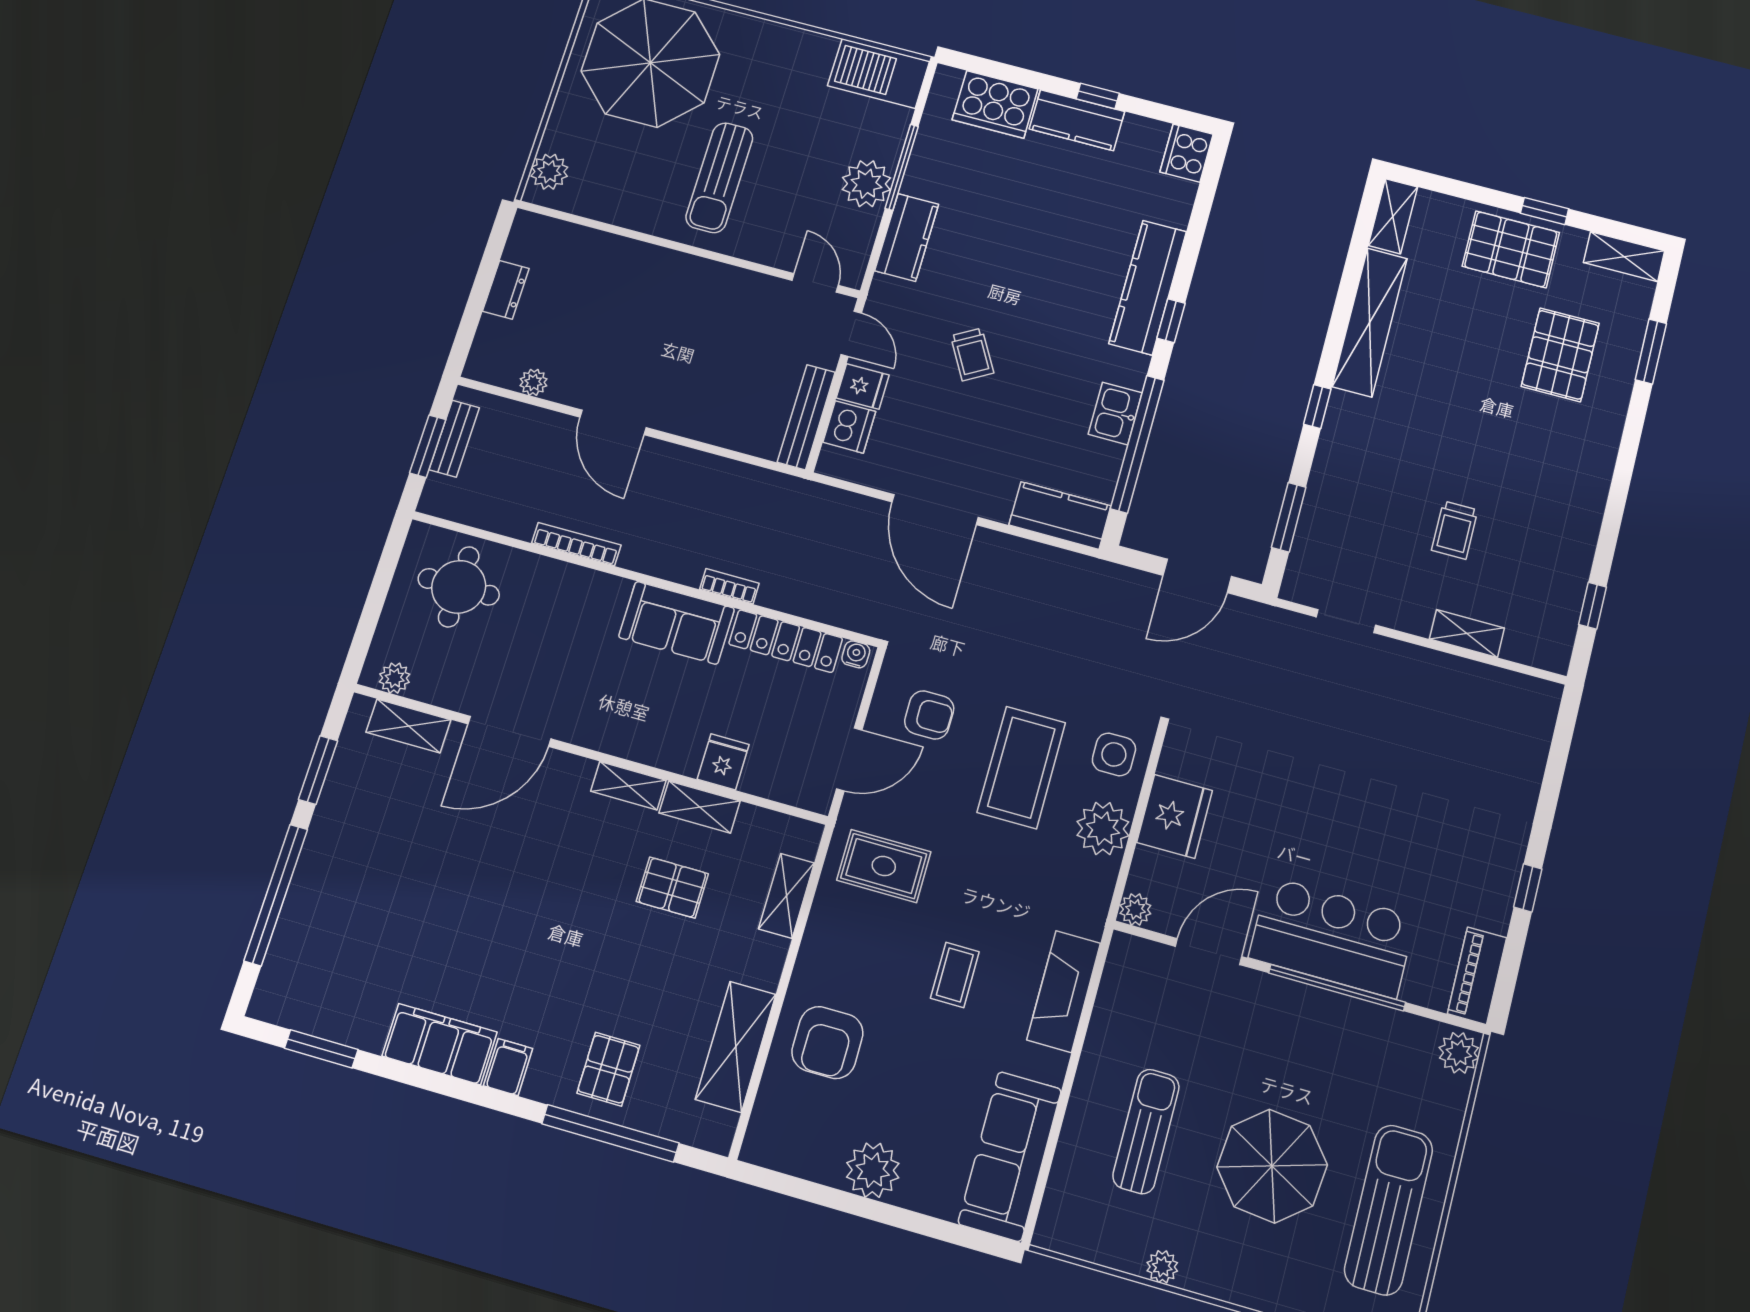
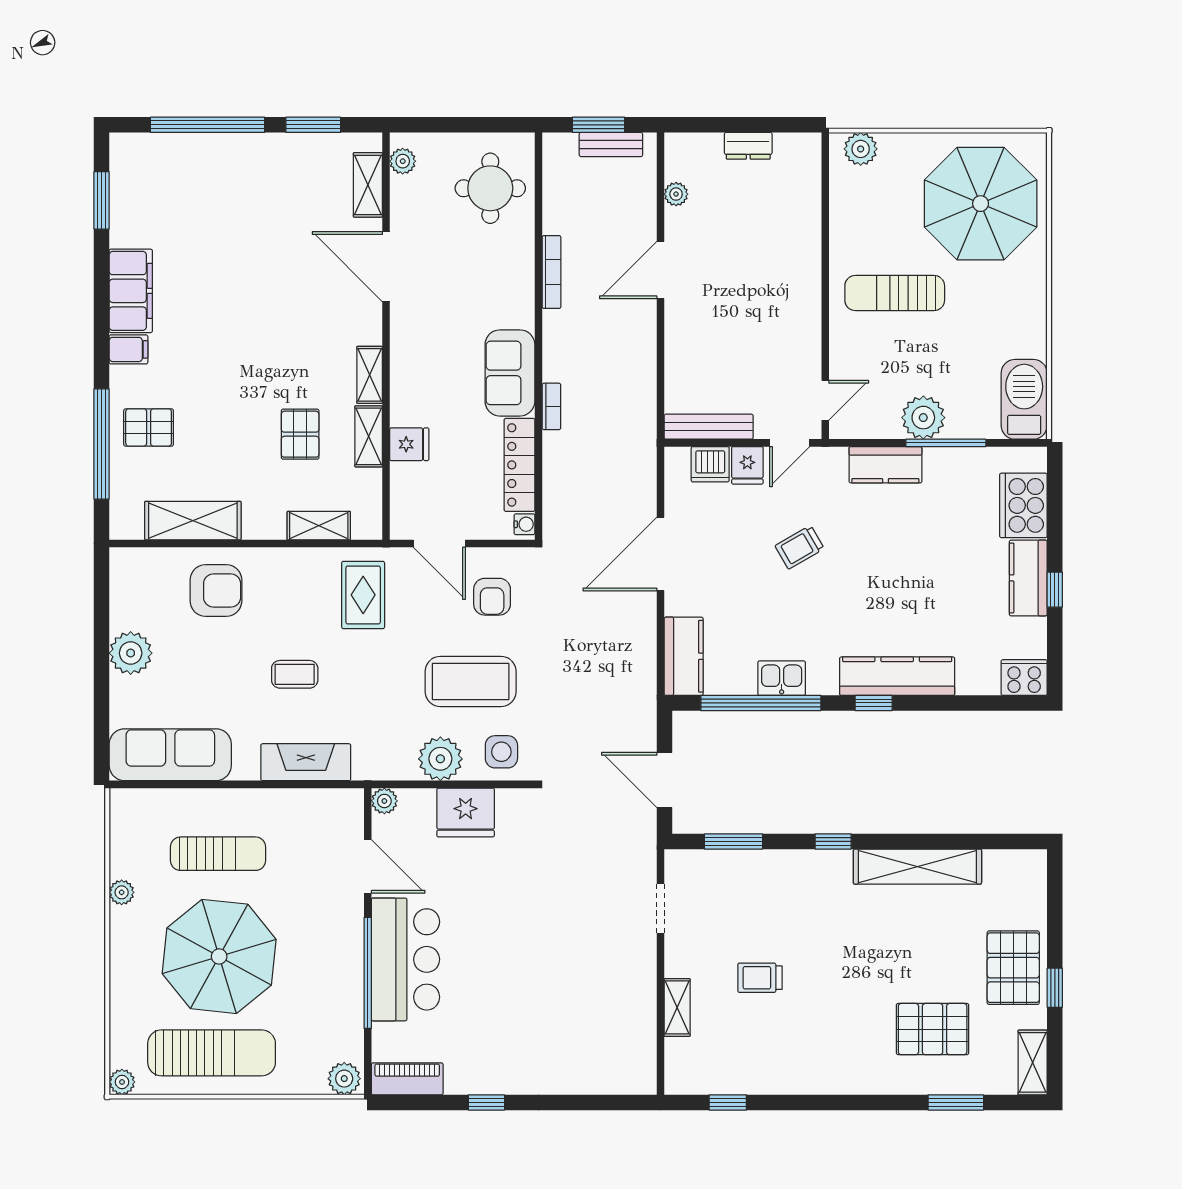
shelving: (1393, 216) -> (1016, 863), removed
armchair: (827, 1043) -> (216, 590), turned 180
parasol: (1272, 1166) -> (219, 956), width x1.36, depth x1.36

